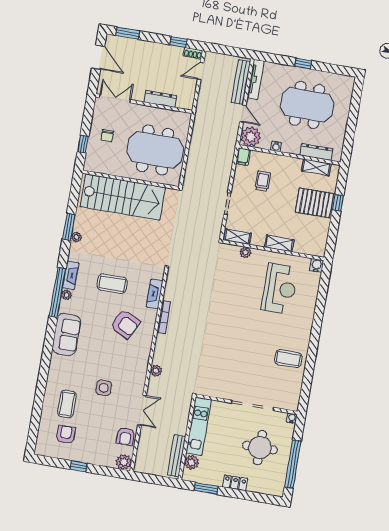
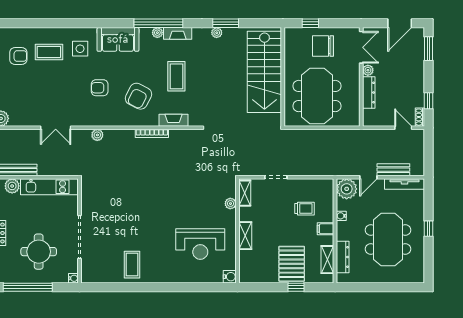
bench: (241, 82) -> (393, 170), width x0.73
plant: (139, 96) -> (368, 70), added
chair: (107, 136) -> (323, 46), width x1.87, depth x1.87
filing cabinet: (243, 157) -> (325, 229), moved
side table: (104, 388) -> (80, 49), moved
armchair: (126, 436) -> (100, 88), moved

